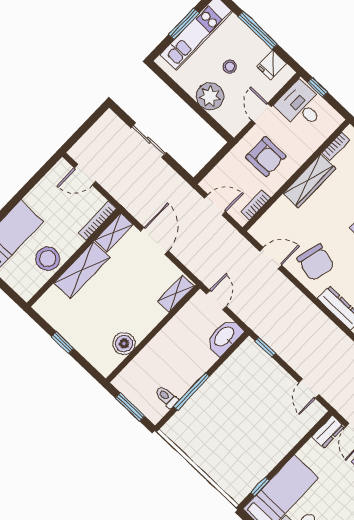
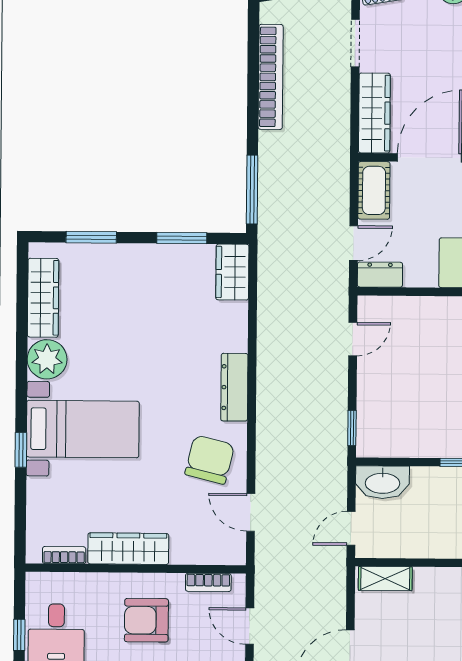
armchair: (266, 157) -> (146, 620), turned -90

